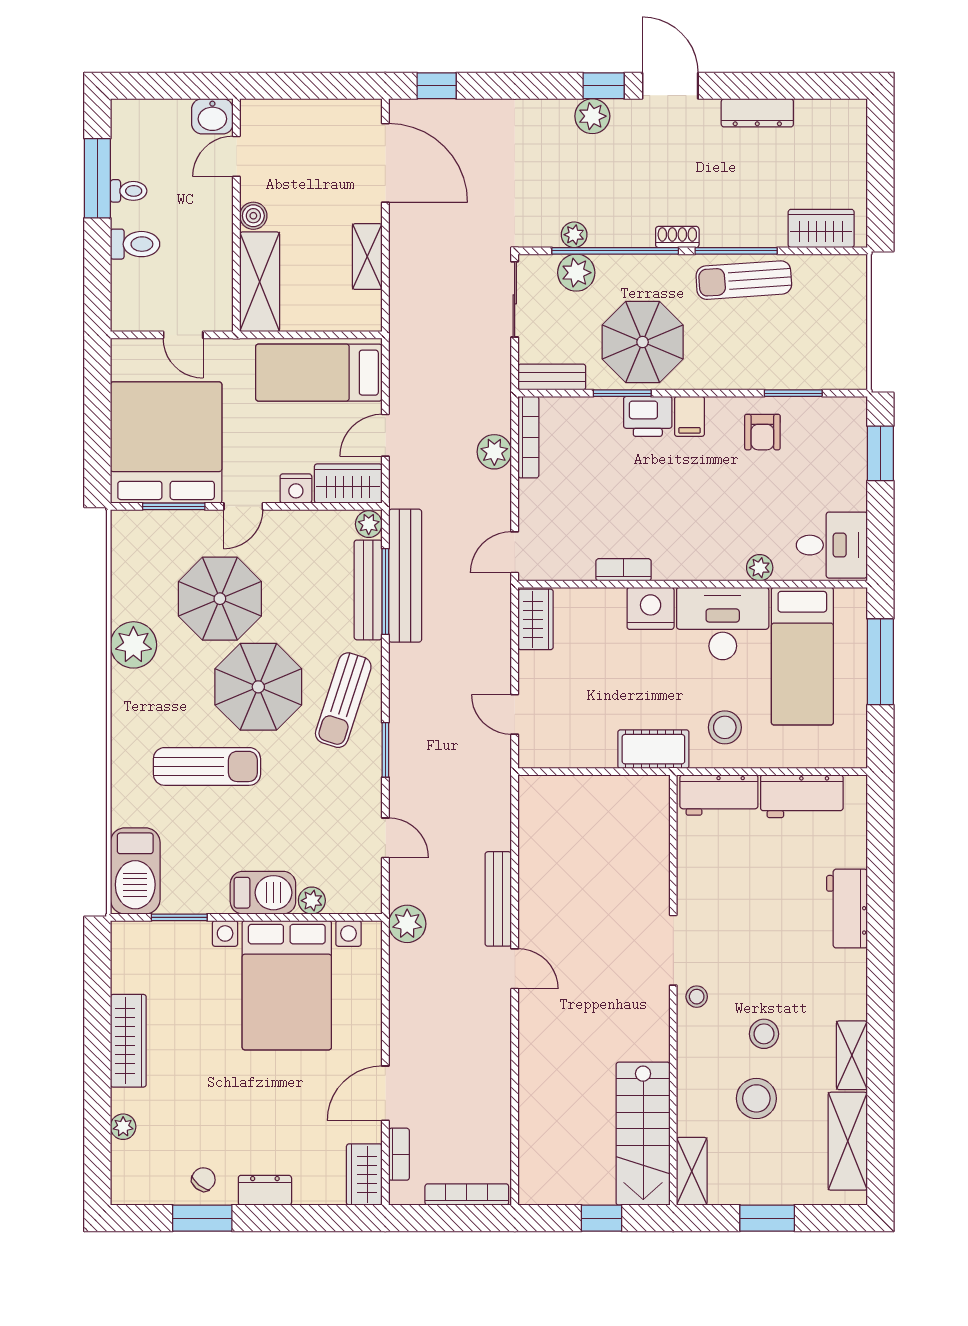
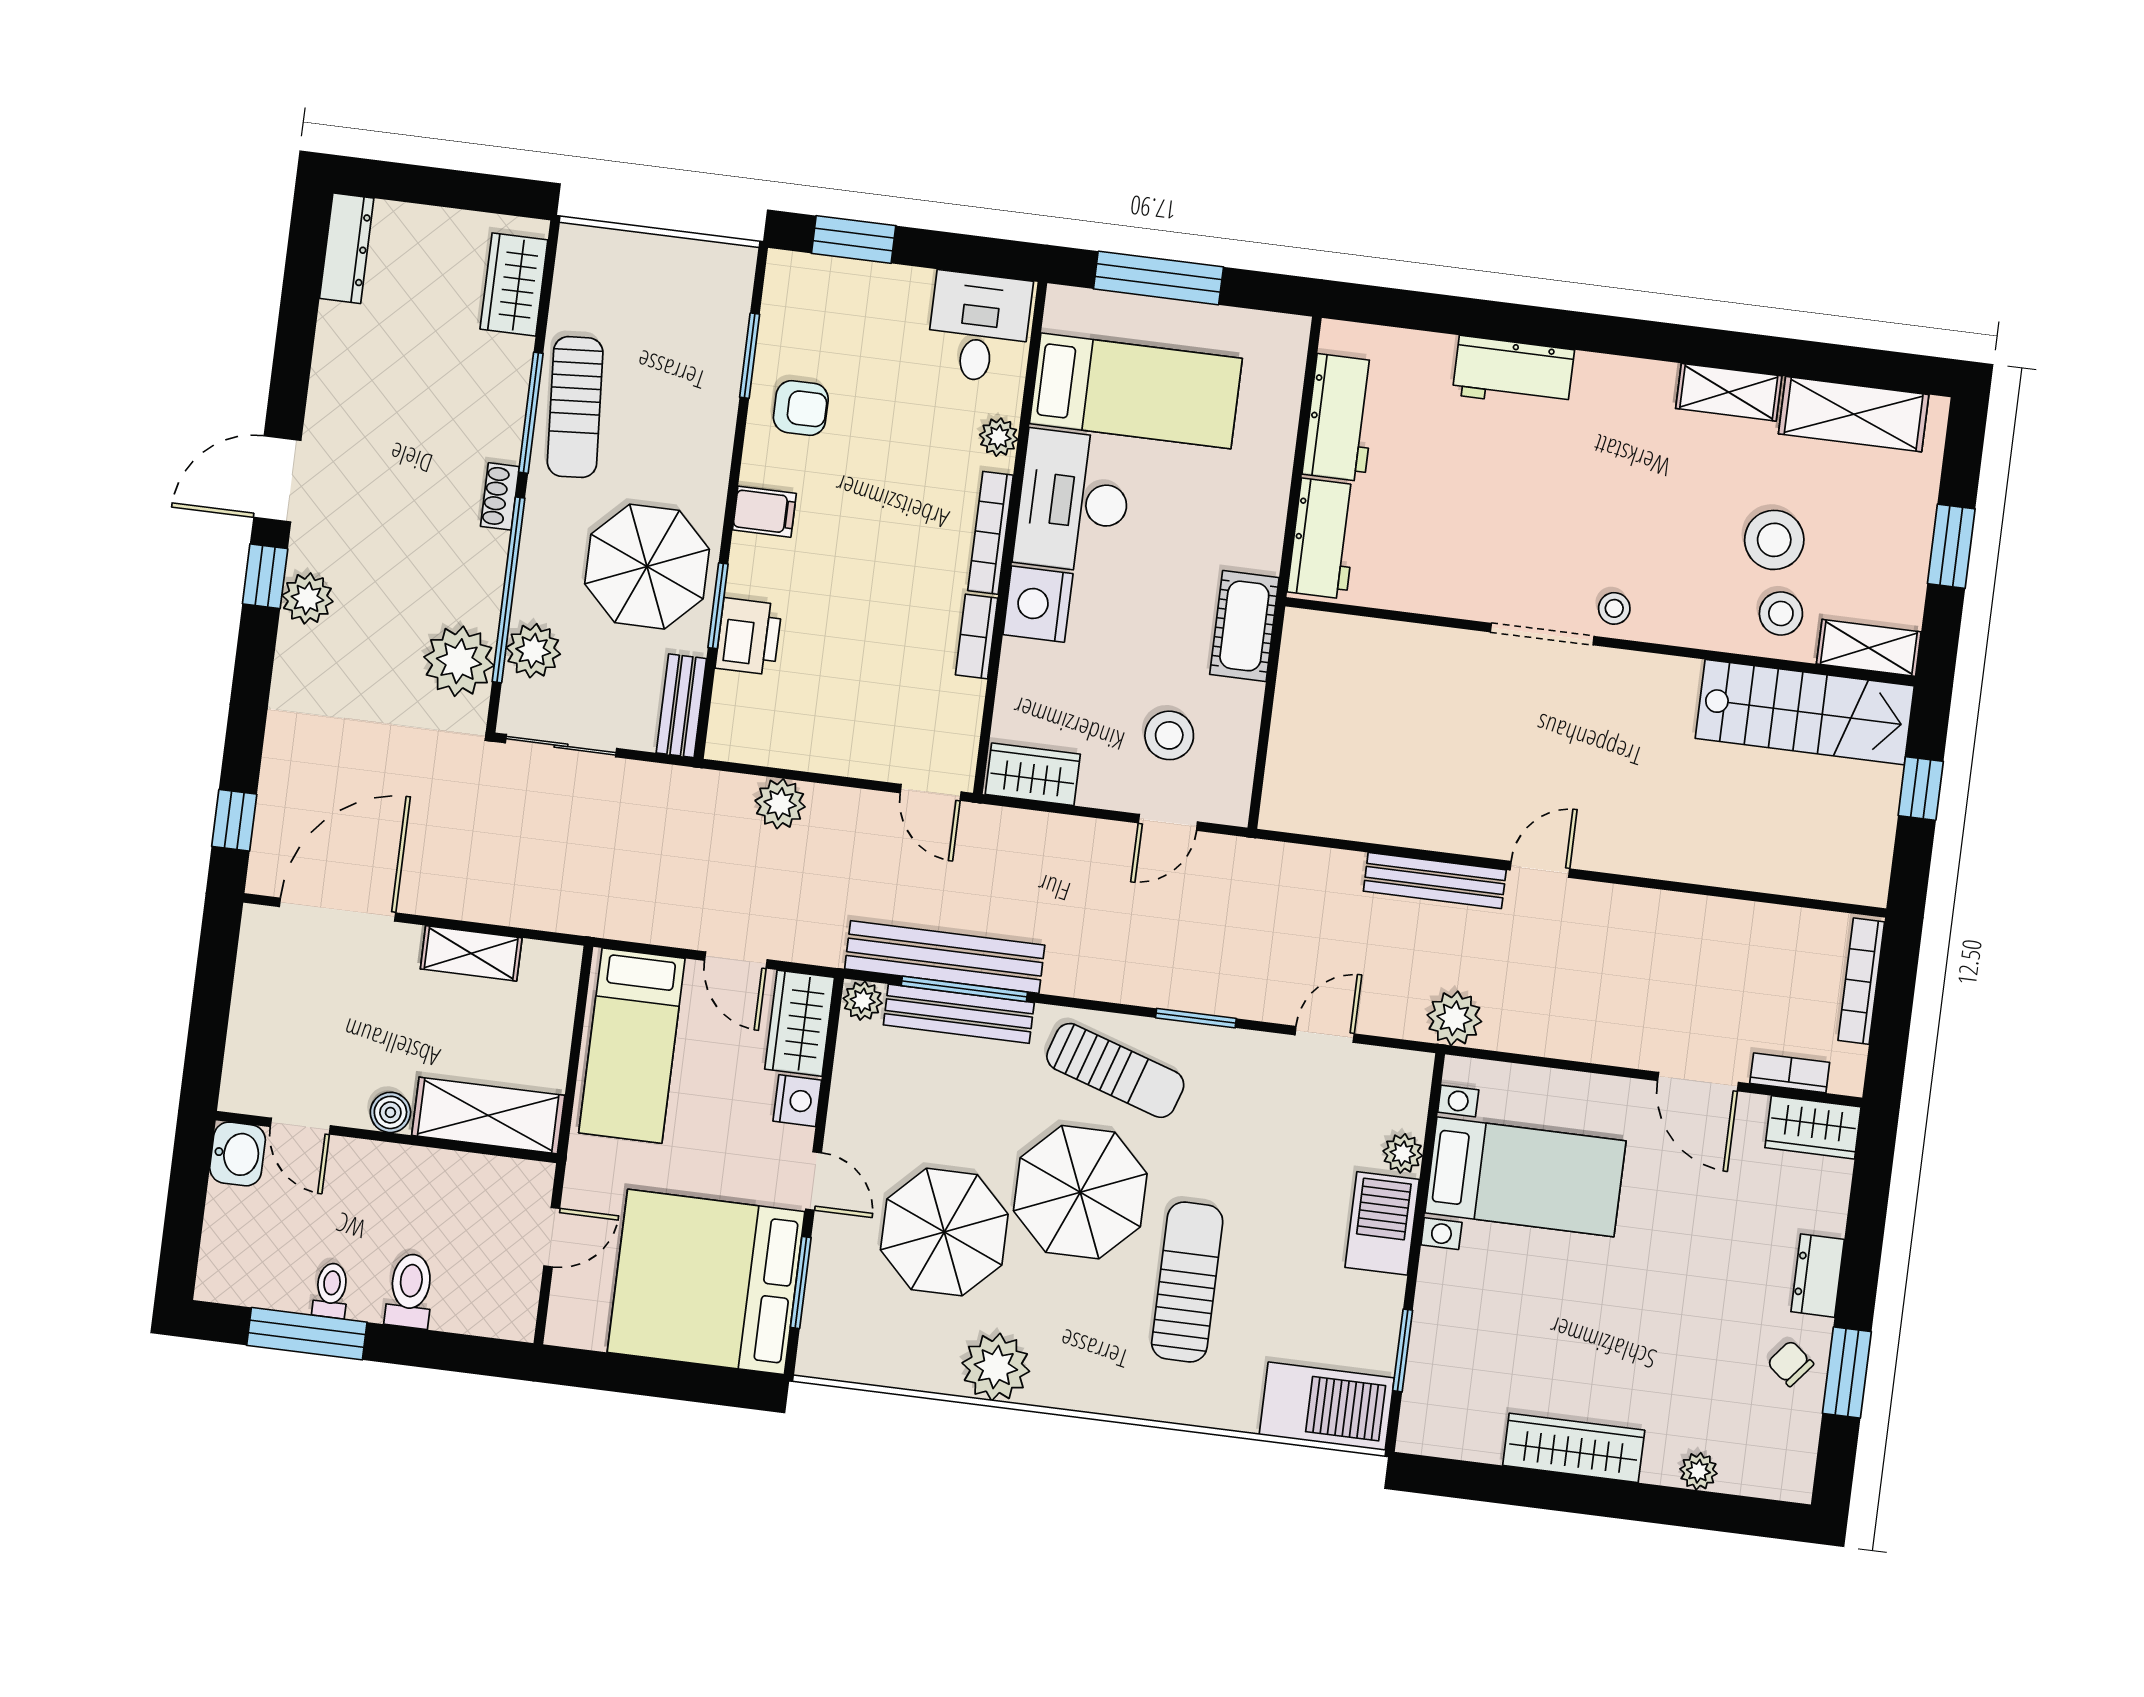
dresser: (757, 113) -> (347, 248), moved
plant: (574, 235) -> (459, 661), width x1.88, depth x1.88
printer: (648, 416) -> (749, 636), moved
bookcase: (528, 437) -> (991, 533), moved, turned -90
stool: (725, 727) -> (1169, 735), moved
bed with nightstands: (287, 985) -> (1525, 1177), width x0.73
stool: (764, 1034) -> (1781, 613), moved

